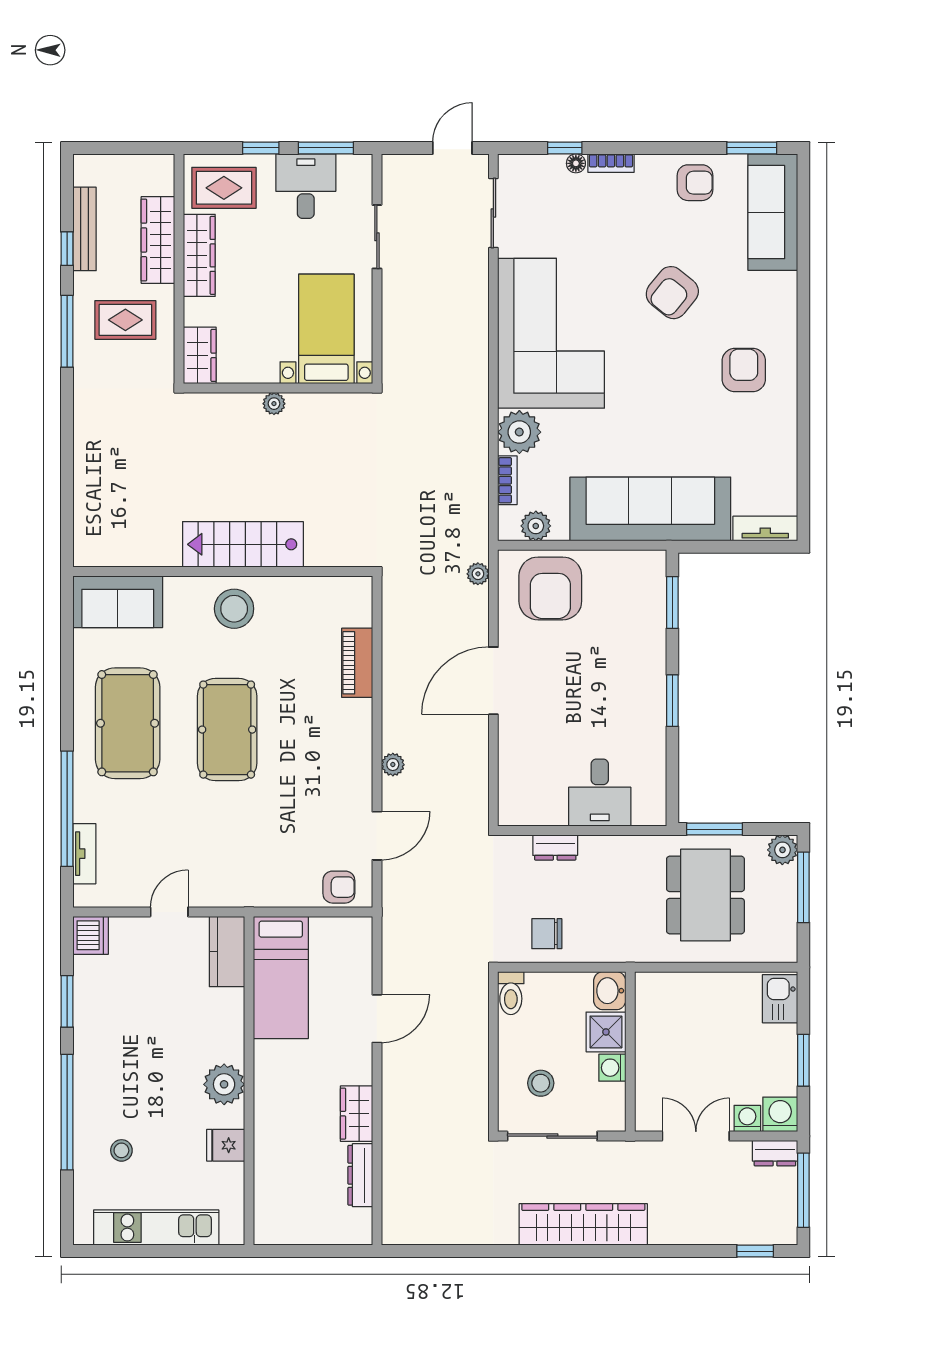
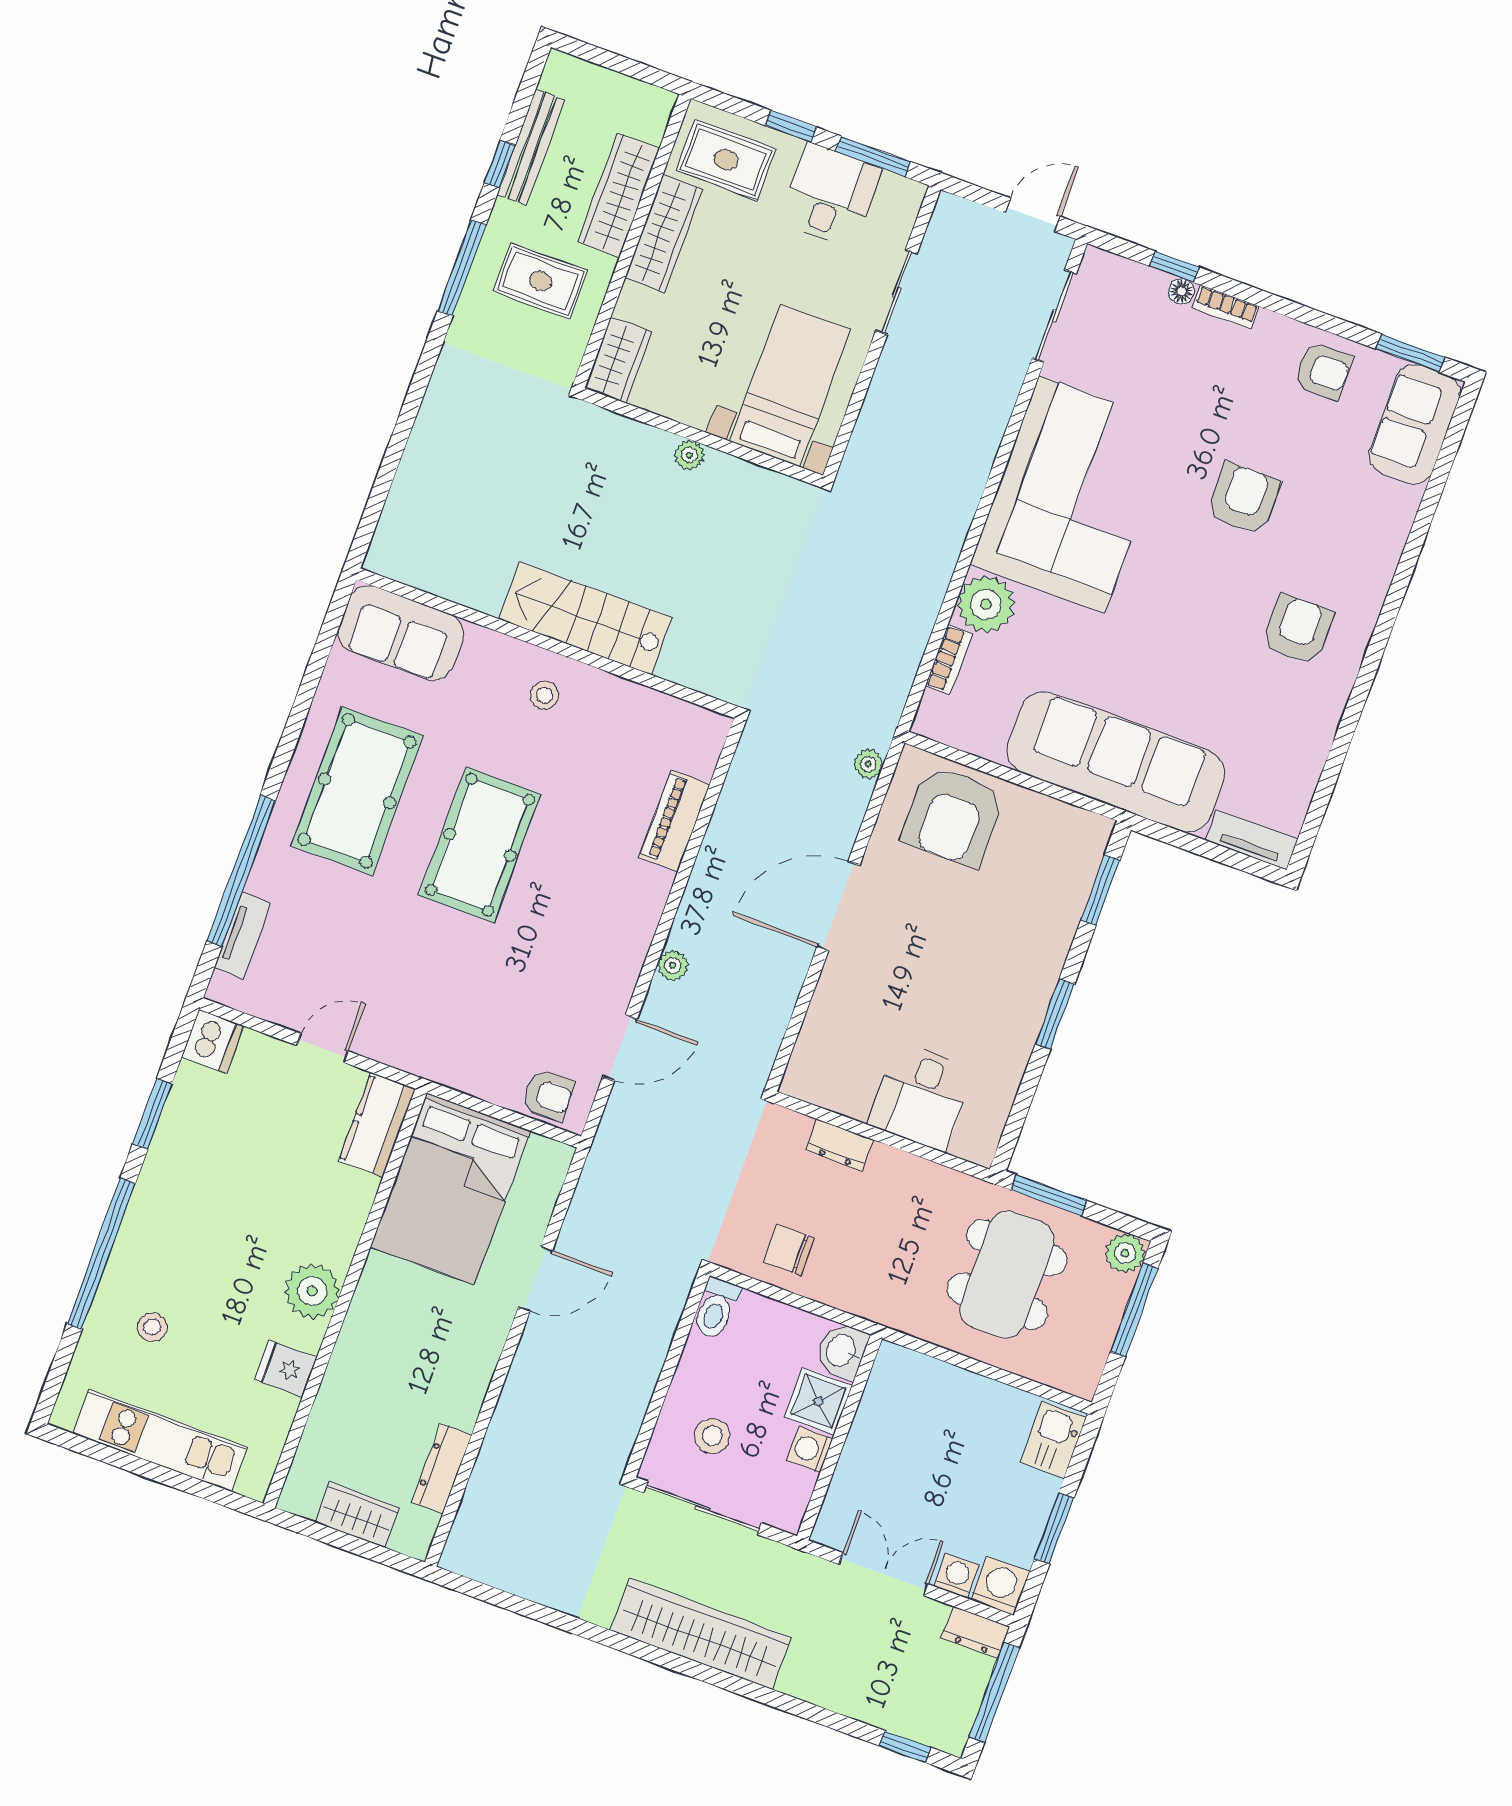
sofa: (773, 212) -> (1414, 424), width x0.73
armchair: (672, 293) -> (1243, 499), turned 141
plant: (536, 526) -> (963, 730), removed
stool: (234, 609) -> (544, 695), width x0.53, depth x0.53
bed: (281, 977) -> (450, 1189), width x1.50
wardrobe: (356, 1114) -> (357, 1515), moved, turned 90

